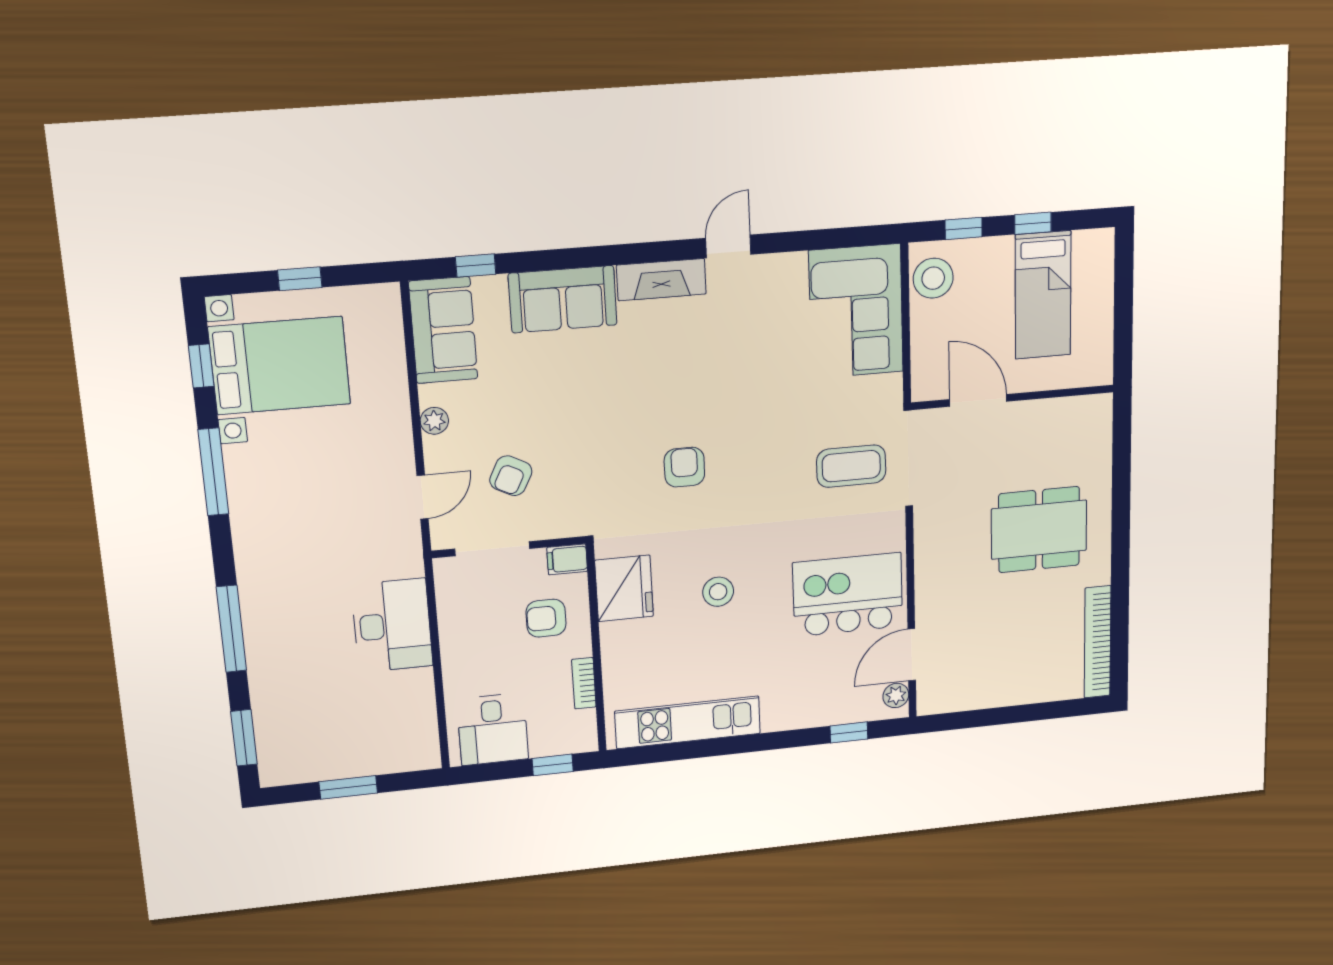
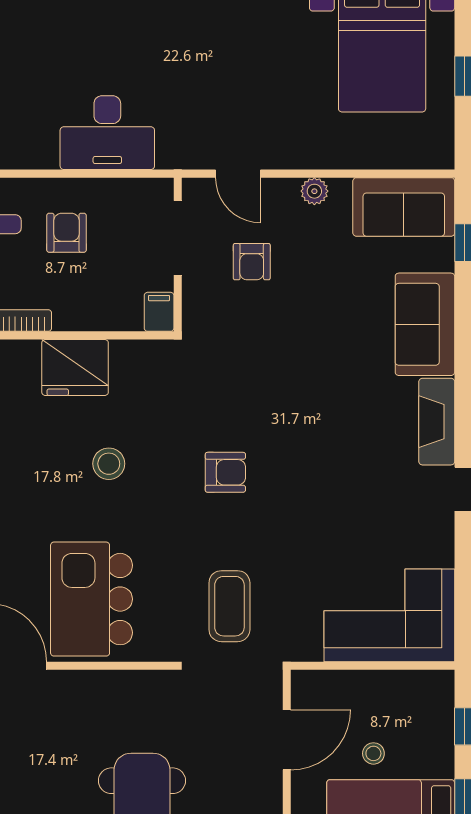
stool: (933, 278) -> (373, 753), moved, width x0.53, depth x0.53
armchair: (684, 467) -> (225, 472), moved
armchair: (511, 476) -> (252, 262), turned -117
fridge: (624, 588) -> (75, 368), moved
kitchen island: (848, 595) -> (91, 599), turned 180
armchair: (546, 618) -> (66, 233), moved

